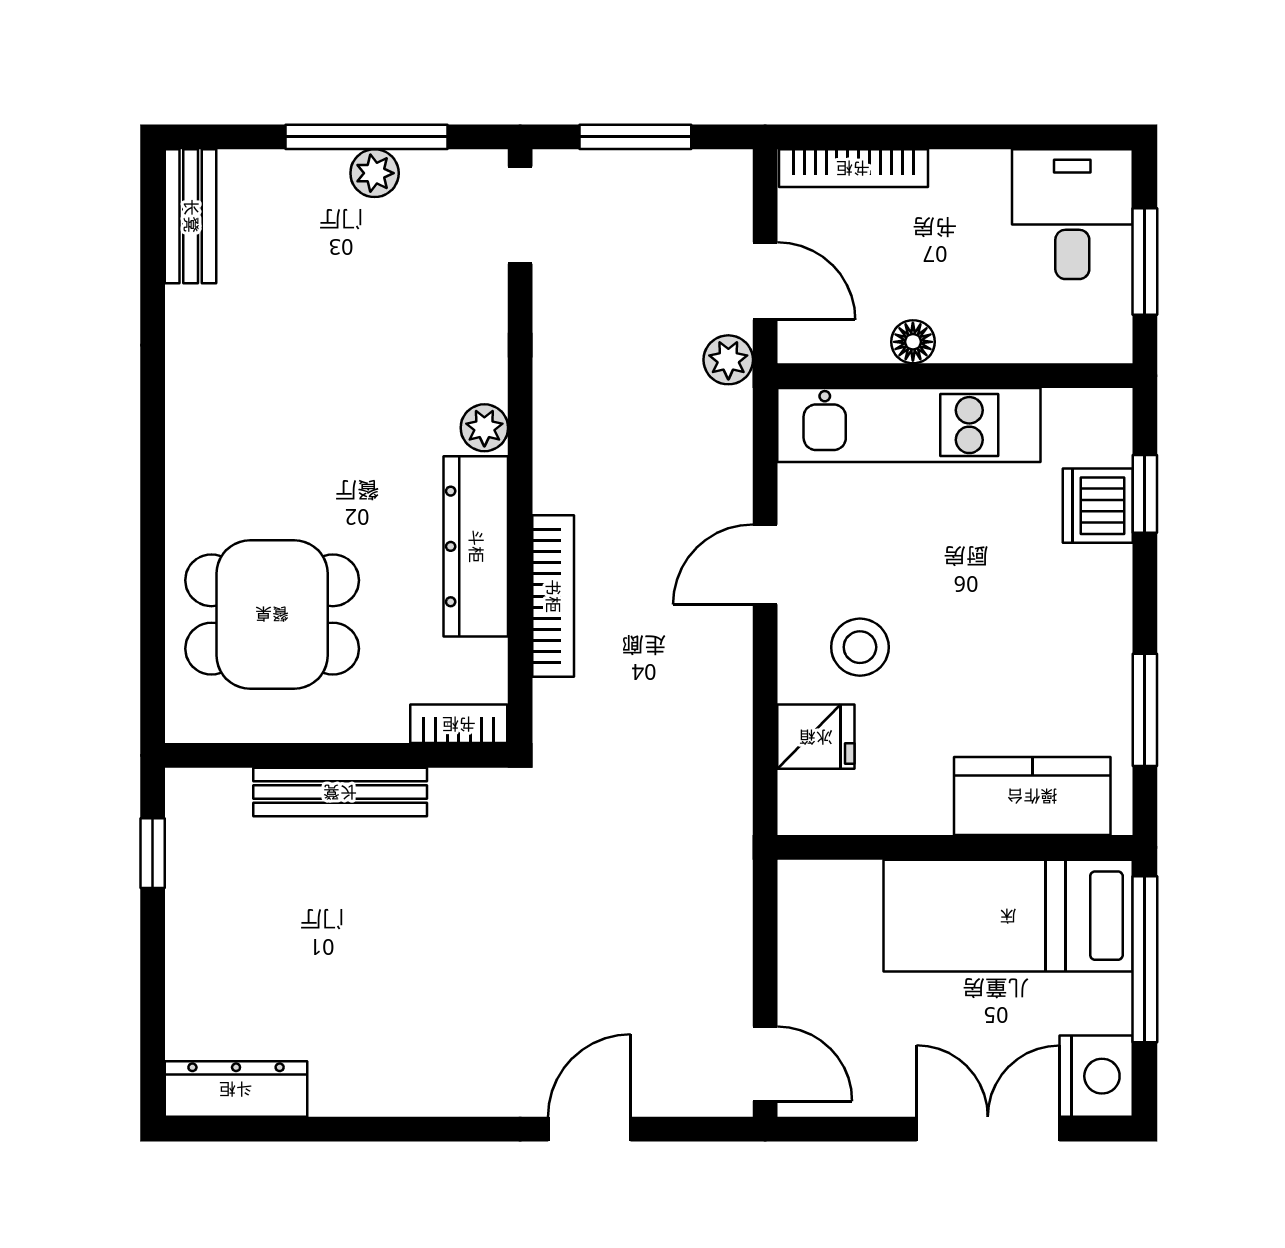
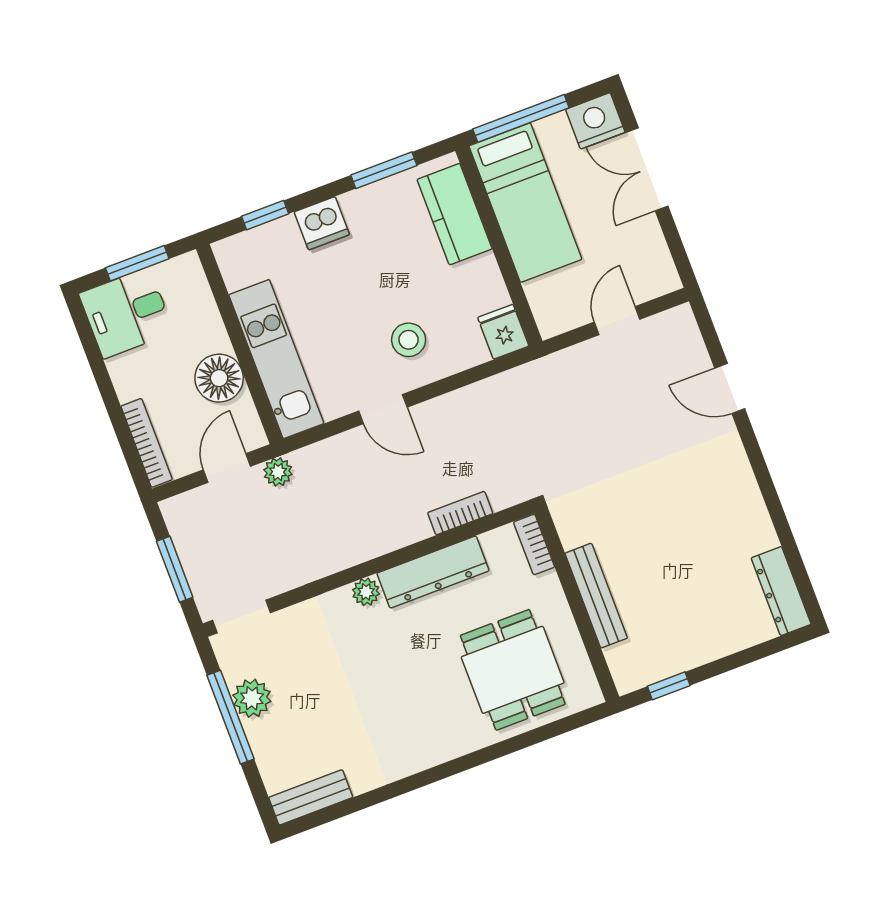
plant: (375, 173) -> (252, 698), width x1.38, depth x1.38
floor lamp: (913, 342) -> (219, 378), width x1.89, depth x1.89
dishwasher: (1098, 506) -> (322, 223), moved
bookcase: (553, 596) -> (460, 513), width x0.64
fridge: (816, 737) -> (503, 332), moved
door: (765, 1064) -> (617, 321), moved

